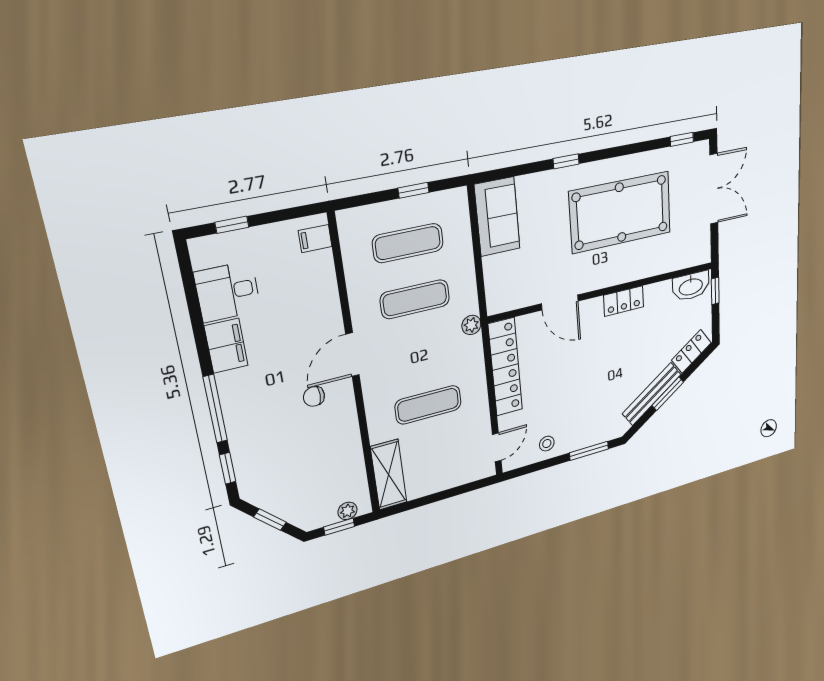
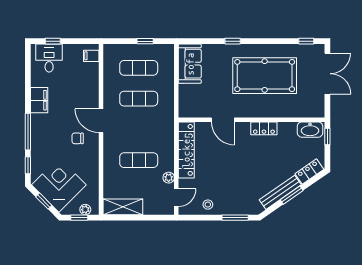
desk: (228, 292) -> (49, 58), moved, turned 90
plant: (471, 325) -> (169, 178), moved
door: (352, 355) -> (101, 121), hinge flipped
shelving: (389, 475) -> (123, 207), moved, turned 90
corner desk: (293, 485) -> (59, 185), added

